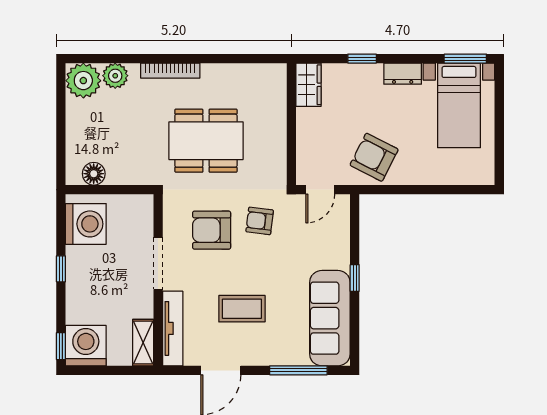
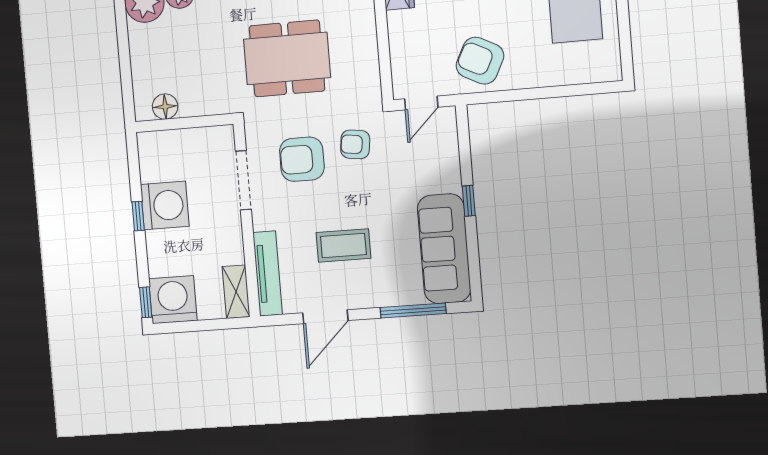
washing machine: (86, 224) -> (165, 205), moved
doorway: (158, 263) -> (243, 180), moved

